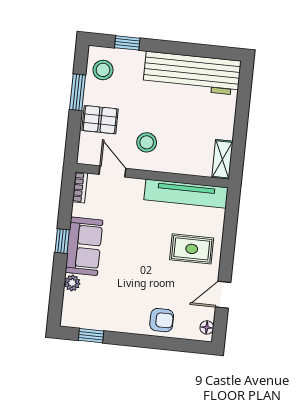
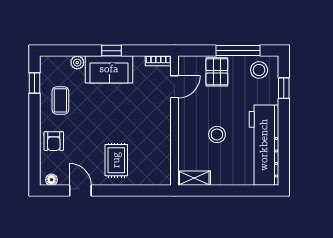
window: (78, 92) -> (238, 51), width x1.44
stool: (147, 142) -> (217, 134), moved
tv unit: (186, 194) -> (162, 151), removed
coffee table: (115, 307) -> (60, 100), added

